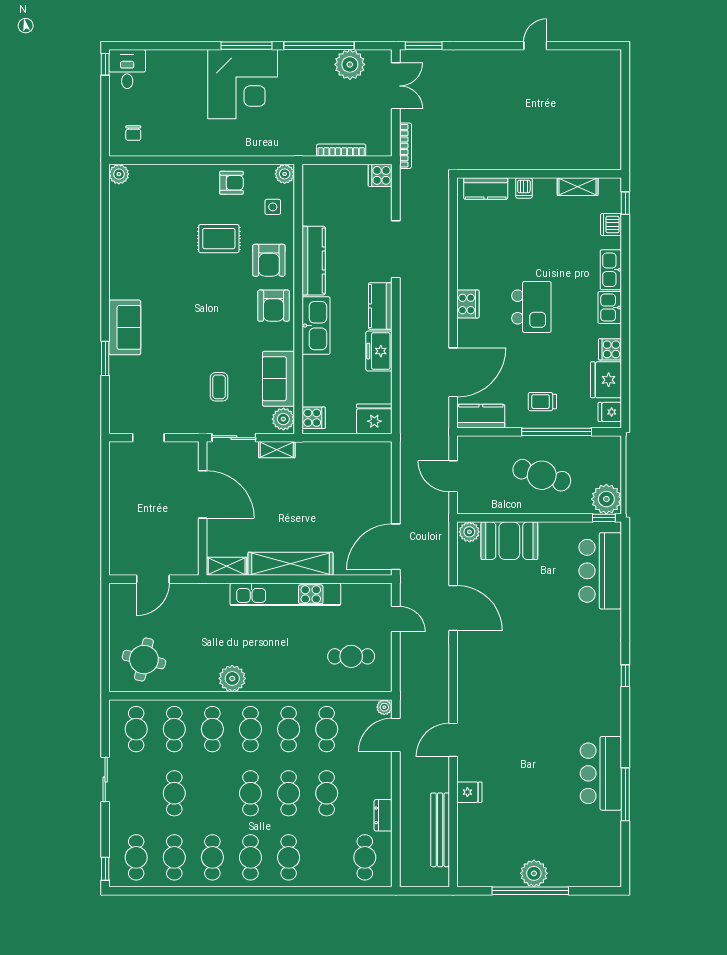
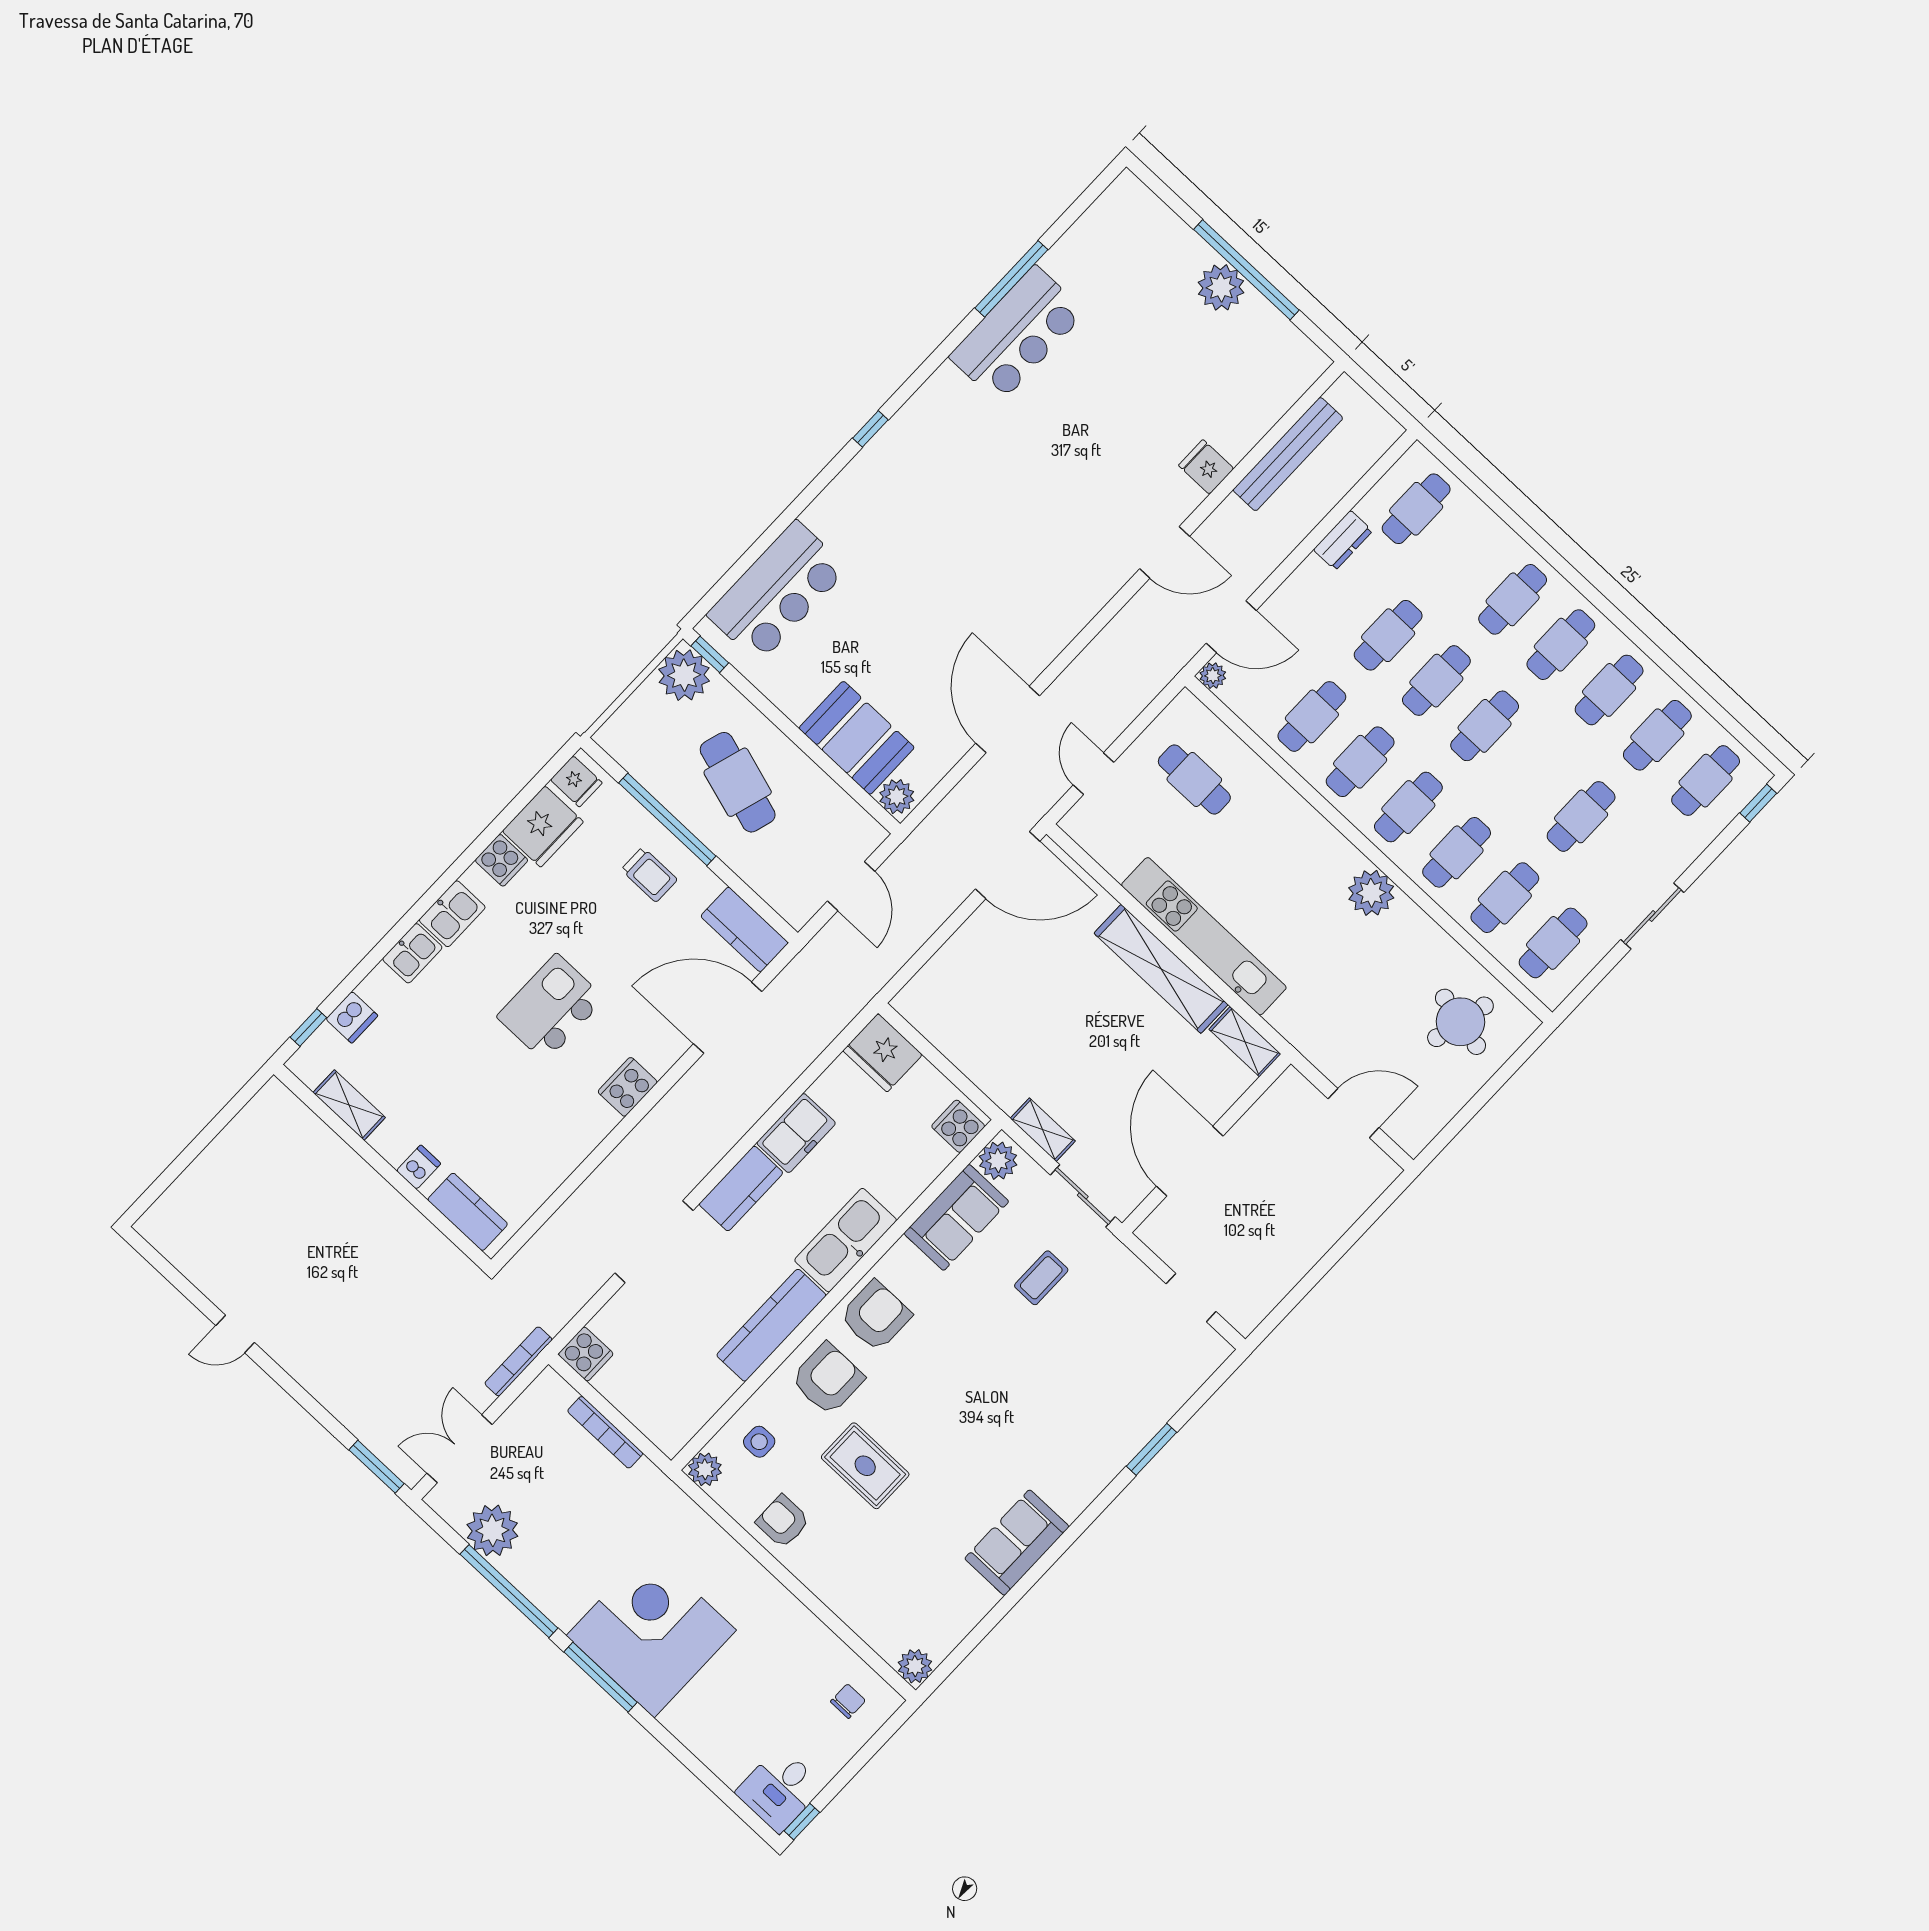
kitchen sink: (611, 270) -> (412, 953), width x0.73
sofa: (125, 327) -> (1017, 1543), moved

